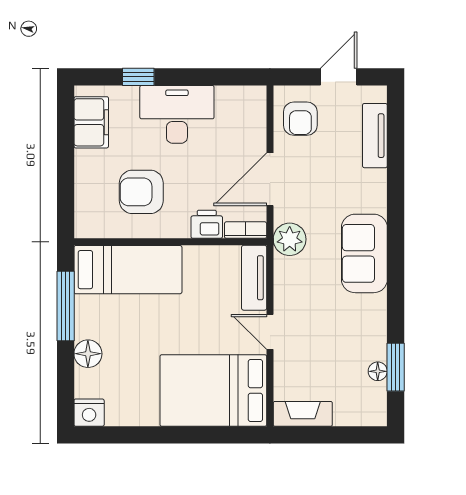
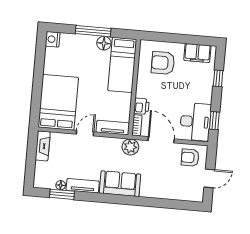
window: (223, 77) -> (214, 121), added
door: (339, 77) -> (209, 178), hinge flipped
desk: (177, 114) -> (195, 122), moved
tv unit: (375, 136) -> (83, 186), moved
armchair: (141, 192) -> (163, 63), moved, turned -90
window: (66, 306) -> (93, 31), moved
floor lamp: (88, 354) -> (104, 43), moved

